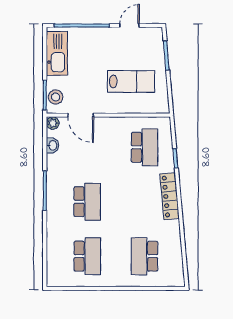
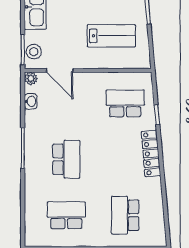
school desk: (145, 147) -> (125, 103), turned -90
school desk: (87, 256) -> (66, 215), turned -90

